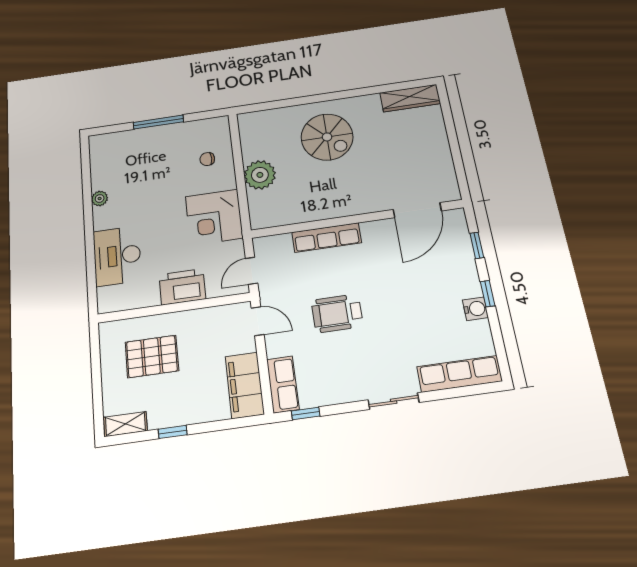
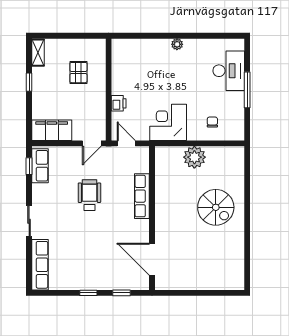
wardrobe: (410, 98) -> (236, 270), removed
spiral stairs: (327, 137) -> (216, 207), turned -90
plant: (100, 198) -> (177, 44), moved
desk: (117, 256) -> (229, 71), moved, turned 90
printer: (182, 287) -> (119, 103), width x0.53, depth x0.68
water cooler: (475, 309) -> (80, 283), removed
pallet: (152, 356) -> (78, 73), width x0.67, depth x0.71
row of seats: (283, 384) -> (40, 166), moved, turned -90

